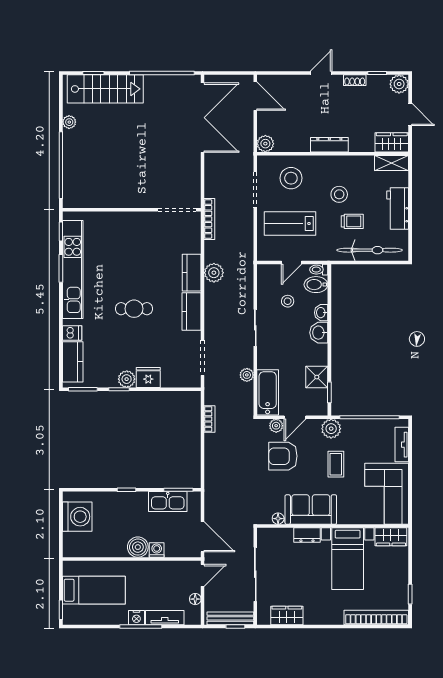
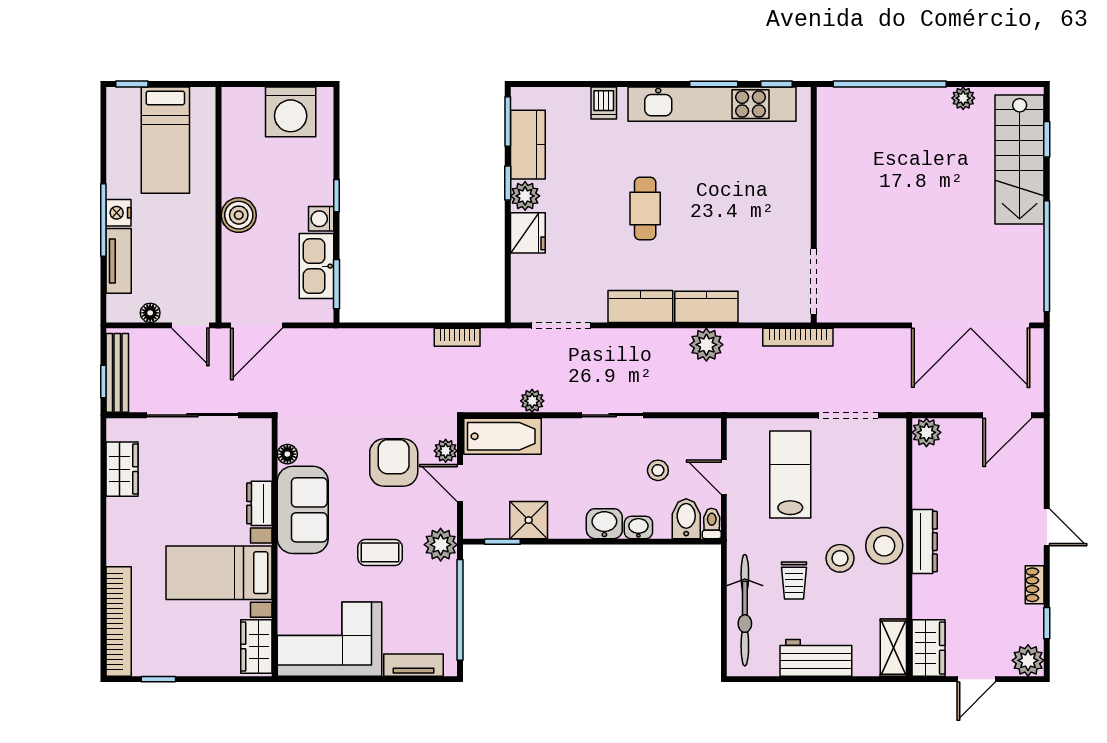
stool: (291, 178) -> (884, 546), moved
kitchen counter: (73, 362) -> (528, 145), moved, turned -90
washing machine: (157, 550) -> (321, 219), moved, turned 180

